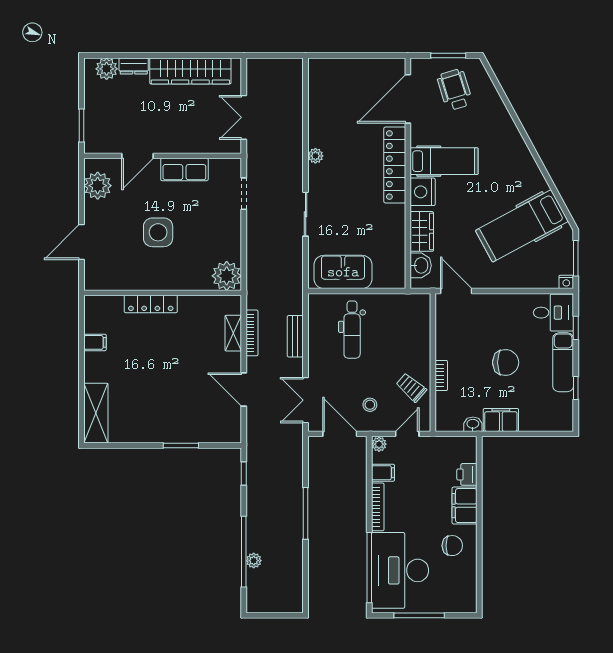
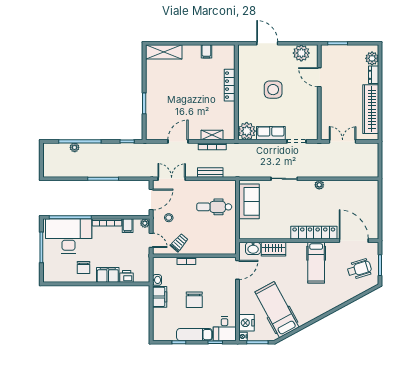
row of seats: (184, 169) -> (271, 133), moved, turned 90
nightstand: (423, 192) -> (246, 323), moved, turned -90

